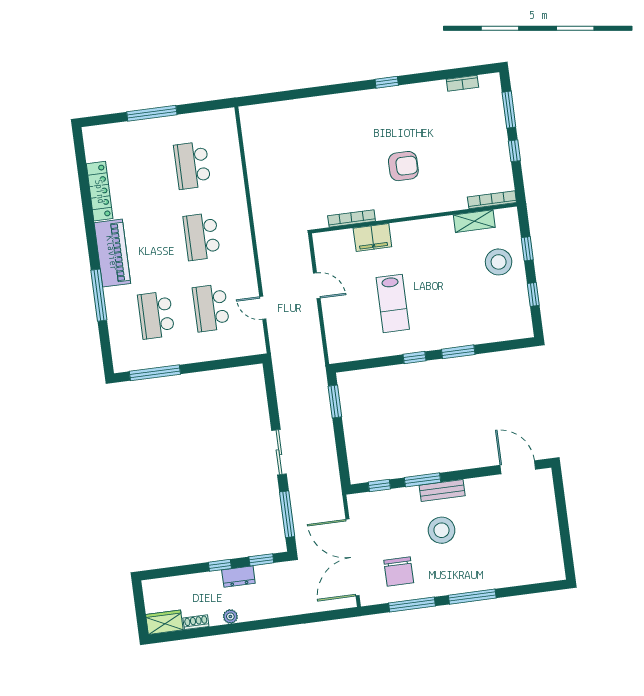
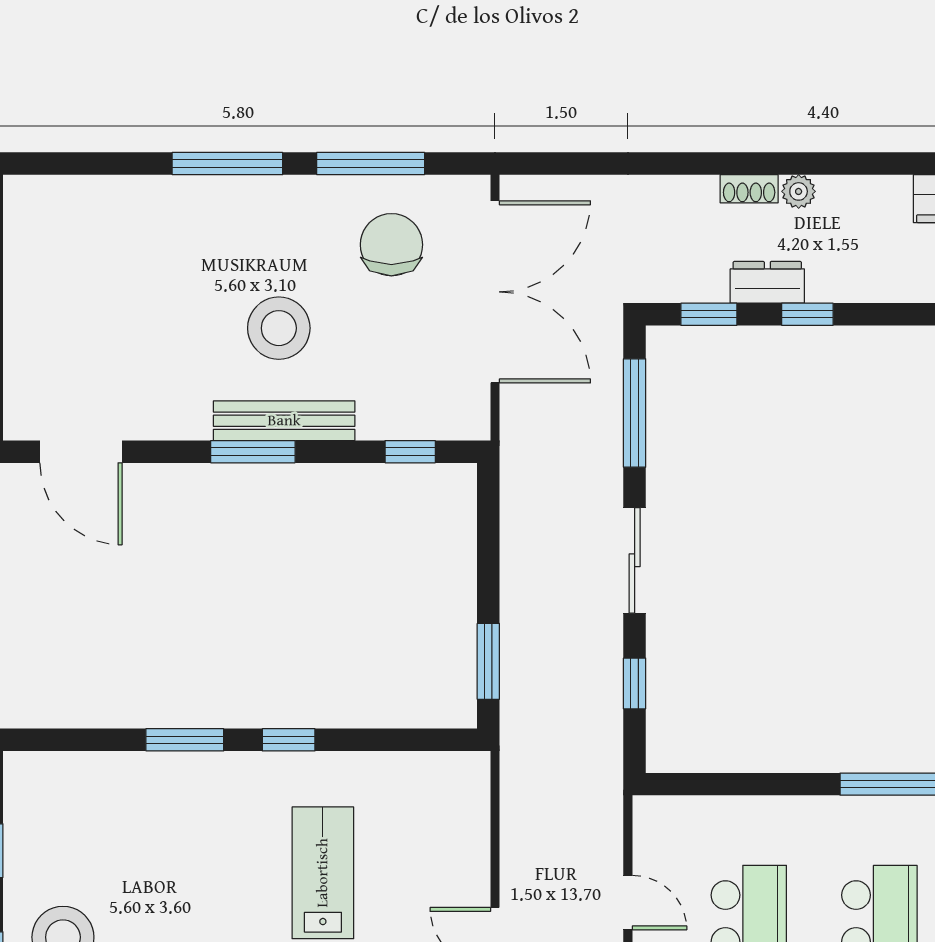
window: (272, 400) -> (635, 683), added
window: (422, 480) -> (253, 452), moved
bench: (442, 490) -> (284, 421), width x1.36
shoe rack: (196, 622) -> (749, 189), moved

